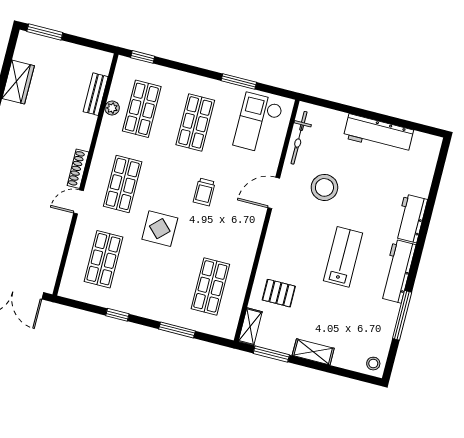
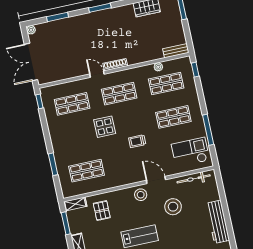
window: (239, 81) -> (208, 130), width x1.44
bench: (96, 94) -> (176, 51), moved
stool: (284, 226) -> (141, 195), added
window: (117, 315) -> (39, 101), moved

